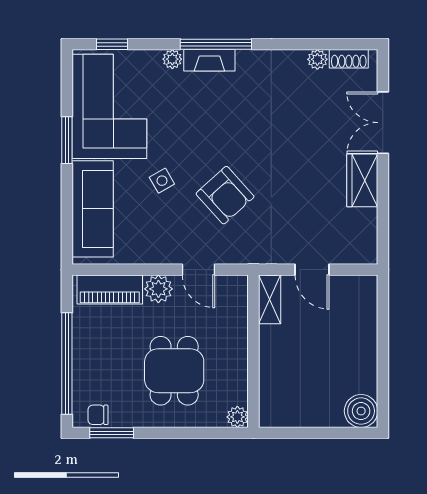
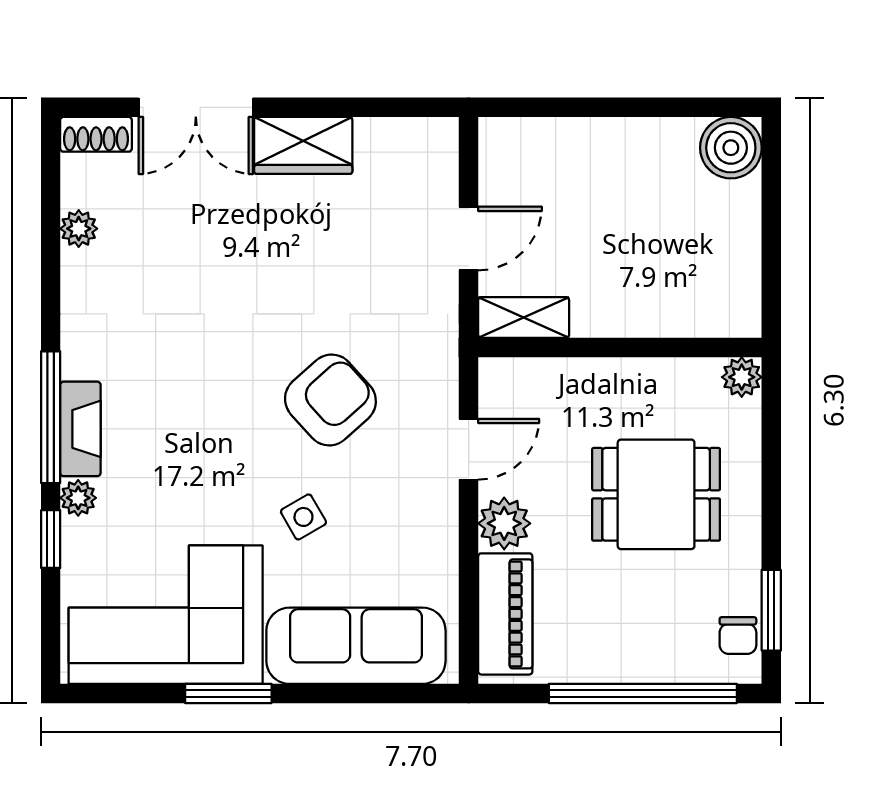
window: (112, 44) -> (51, 539), moved
shoe rack: (349, 59) -> (96, 134), moved, turned 90

